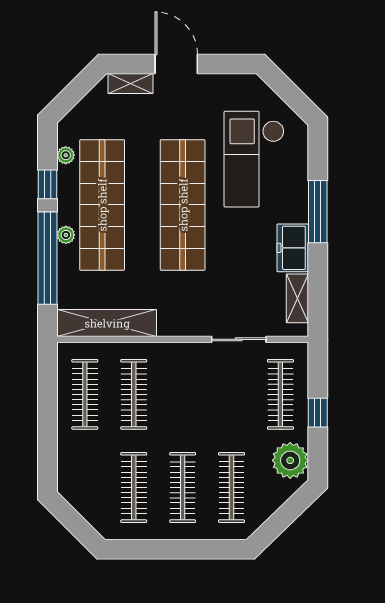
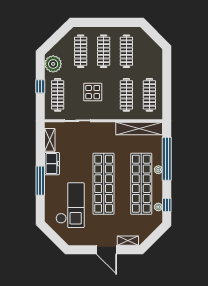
window: (48, 184) -> (167, 205), moved
display table: (206, 400) -> (93, 92), added

